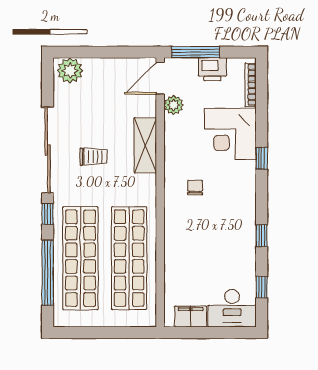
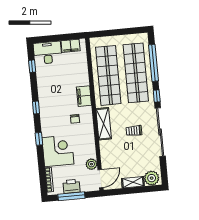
window: (196, 52) -> (71, 196), moved
shelving: (104, 66) -> (133, 182), added
shelving: (145, 145) -> (104, 124), moved
filing cabinet: (175, 226) -> (84, 96), added
window: (262, 236) -> (36, 108), moved

